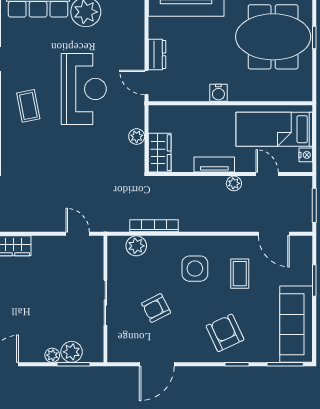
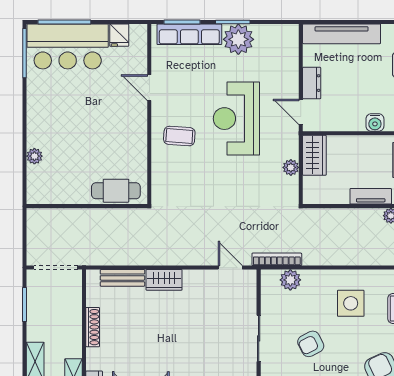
reception desk: (84, 89) -> (236, 119), turned 180
coffee table: (28, 106) -> (179, 136), turned -75
wardrobe: (160, 153) -> (314, 155), moved
bookcase: (154, 226) -> (277, 259), moved

